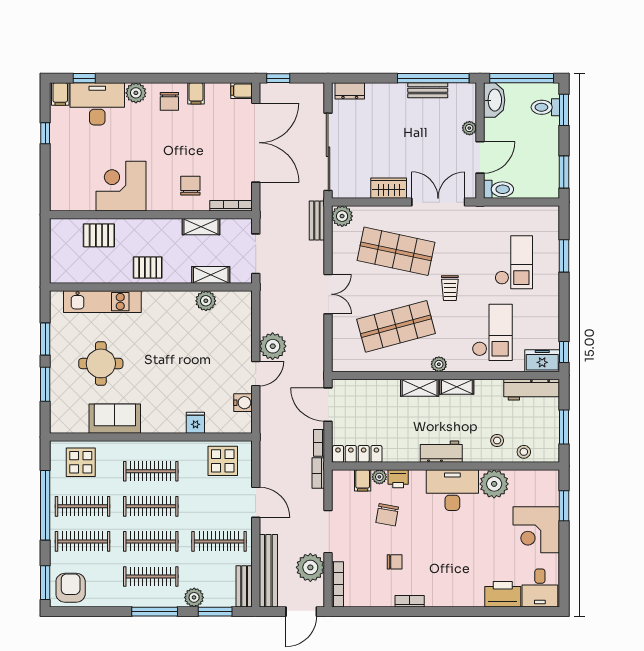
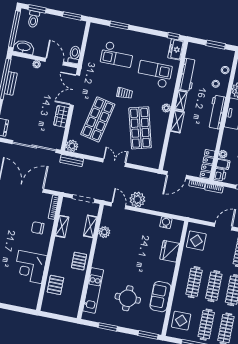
checkout: (514, 262) -> (117, 54), turned 180
door: (256, 374) -> (119, 206), moved
window: (45, 384) -> (148, 335), moved
workbench: (532, 390) -> (188, 75), moved
fridge: (195, 423) -> (170, 251), width x1.88, depth x1.34
workbench: (441, 452) -> (217, 112), width x1.37
printer: (398, 479) -> (220, 175), moved

